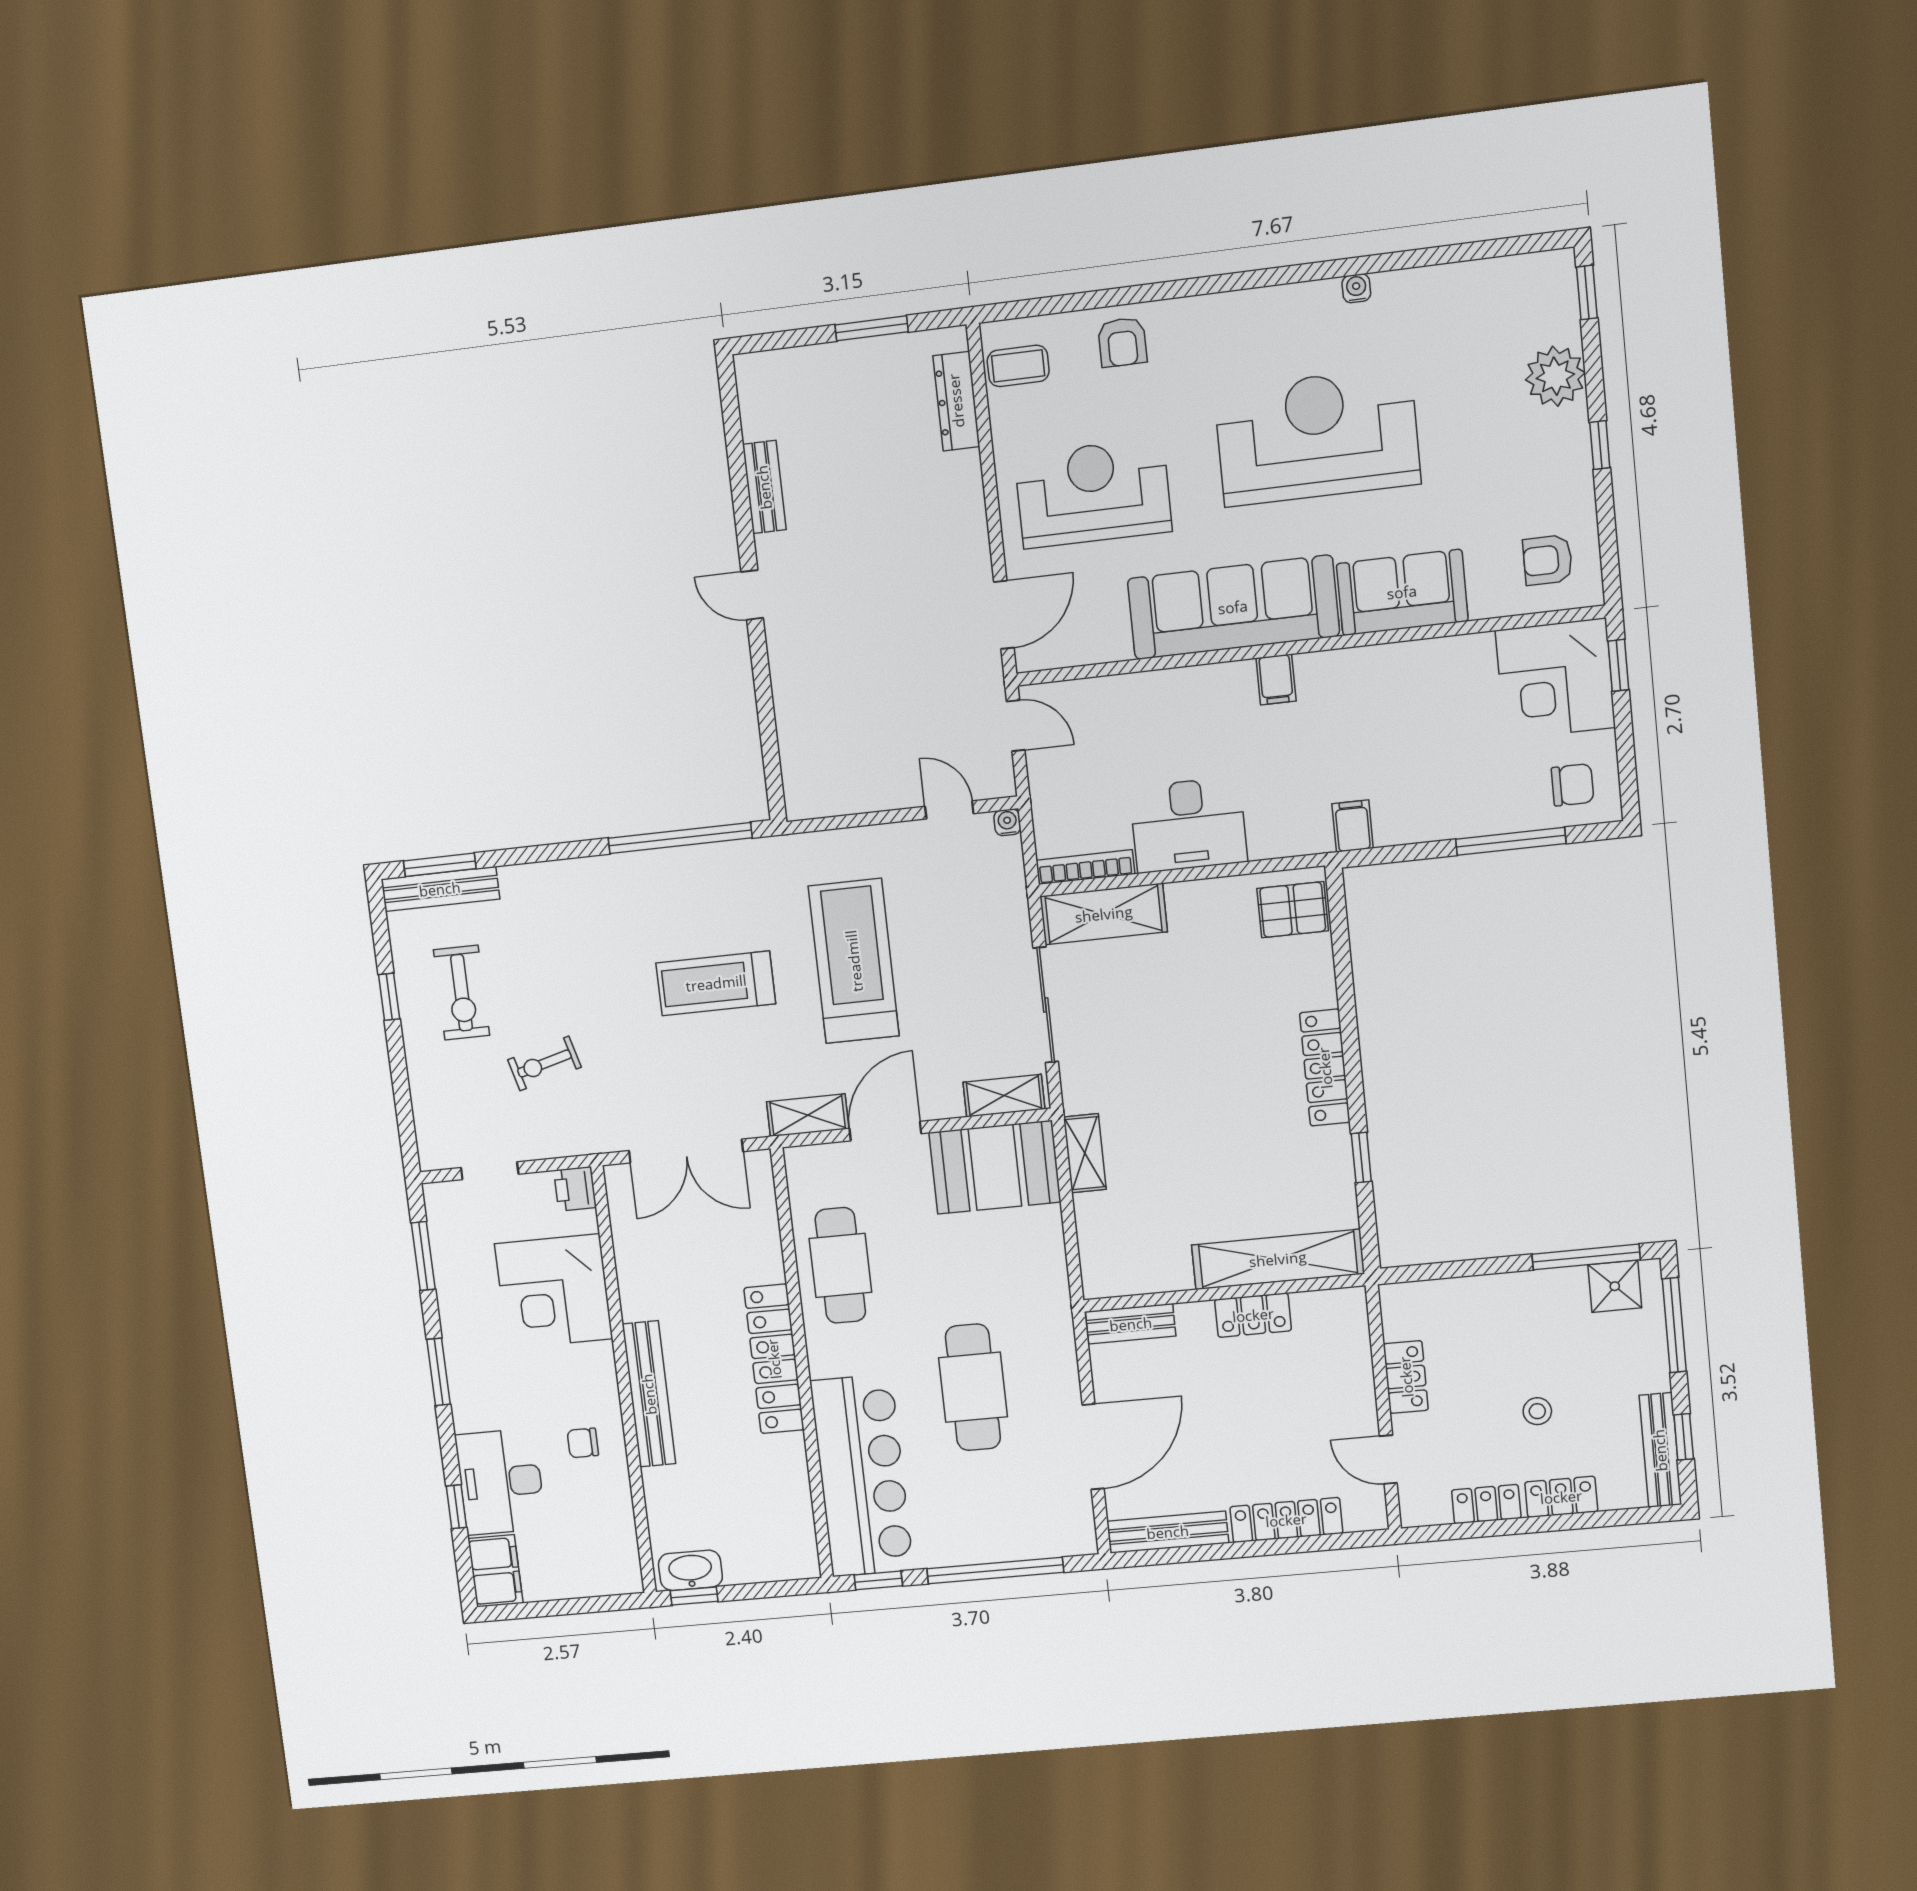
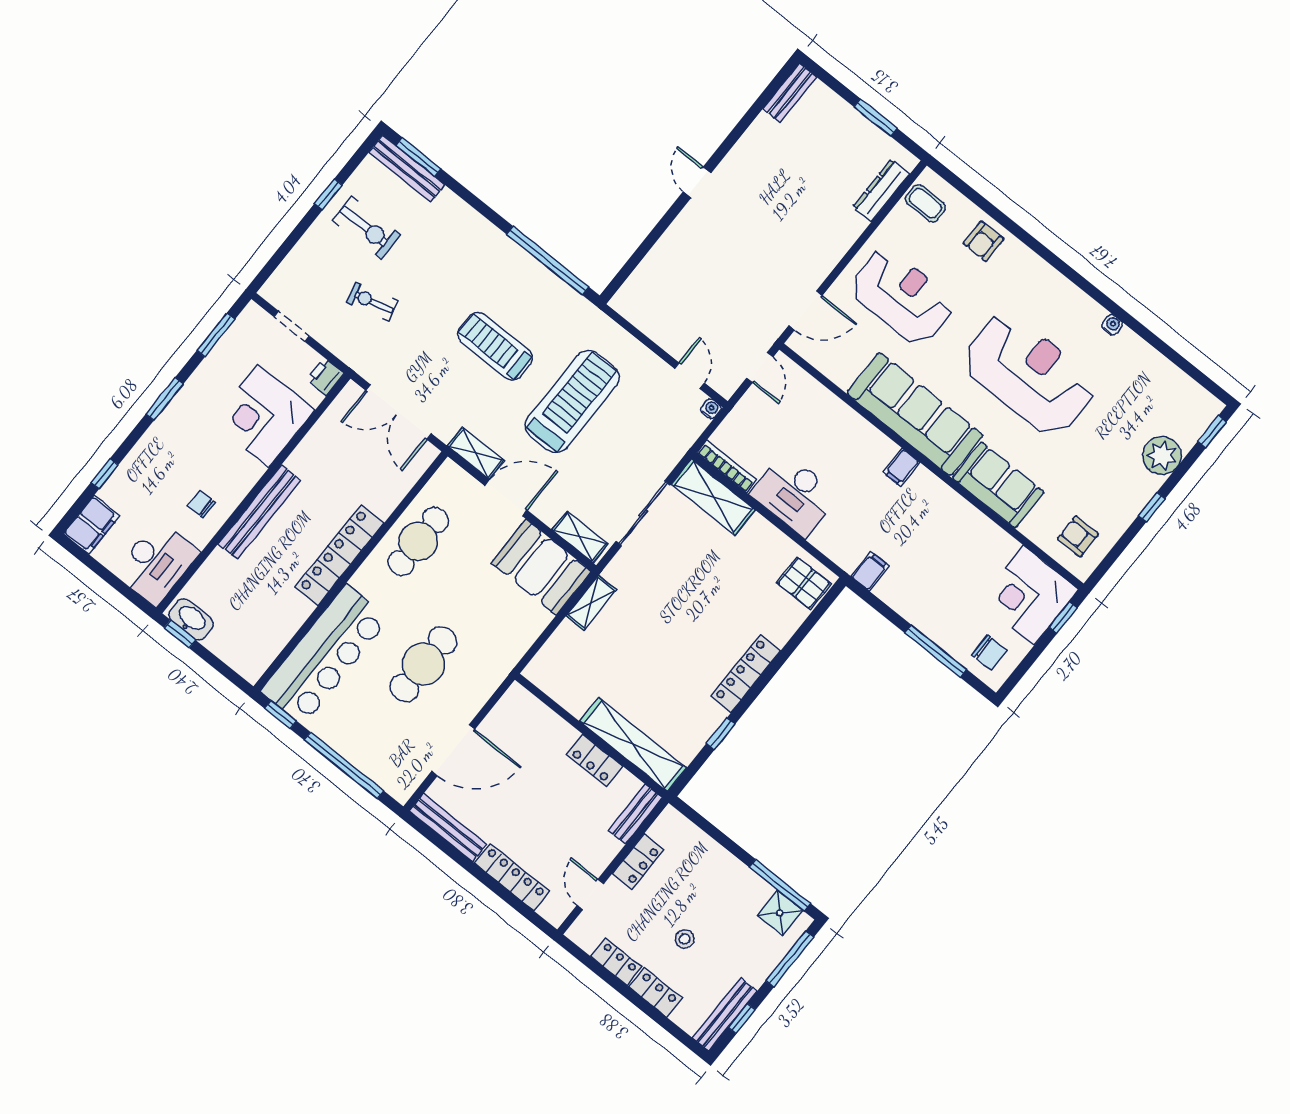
bench: (764, 487) -> (790, 93), moved
exercise bike: (461, 993) -> (366, 228), turned -90
bench: (1131, 1324) -> (635, 814), moved, turned 90
desk: (501, 1482) -> (157, 563), moved, turned 180

